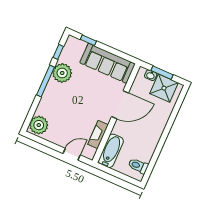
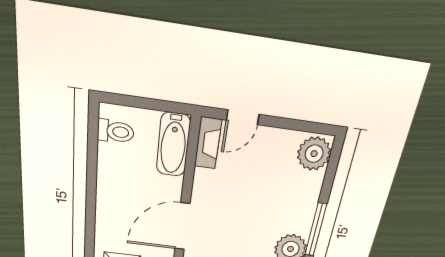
fireplace: (98, 135) -> (208, 143), moved

